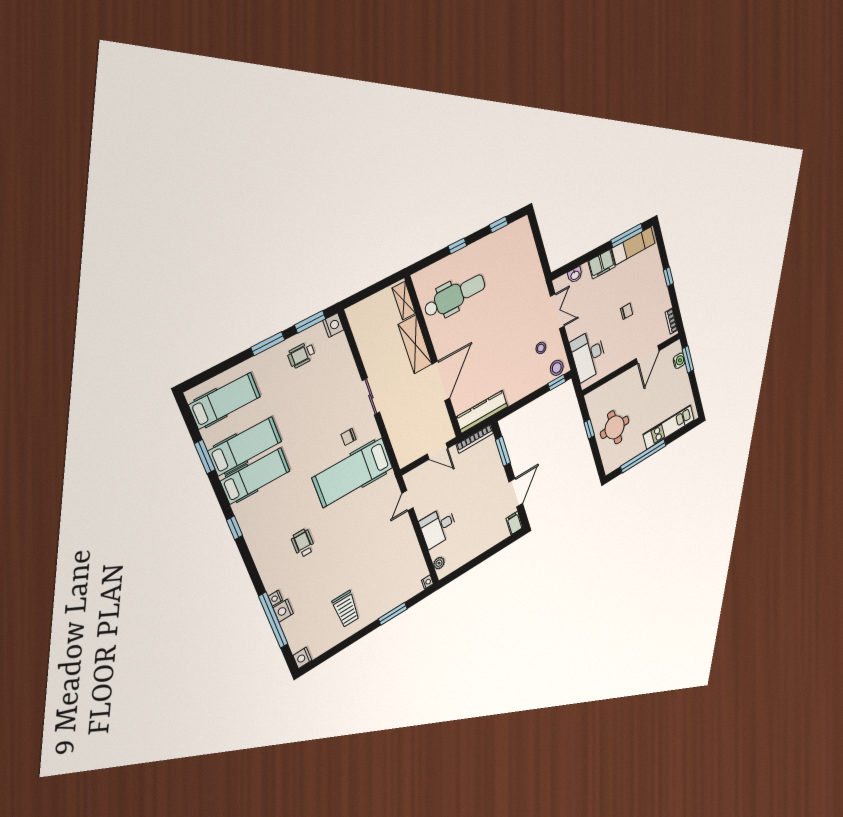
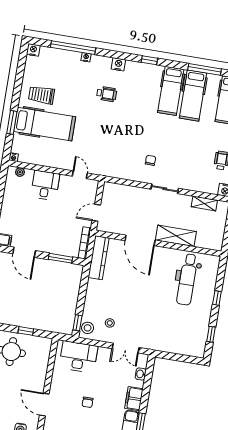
shelving: (404, 301) -> (204, 203), moved
window: (205, 457) -> (205, 69), width x1.44
hospital bed: (353, 473) -> (45, 124), moved, turned 90
nightstand: (283, 611) -> (118, 64), moved

